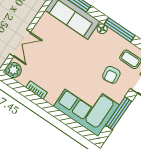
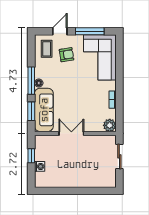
window: (120, 30) -> (31, 81), moved
double door: (20, 43) -> (71, 133), moved

